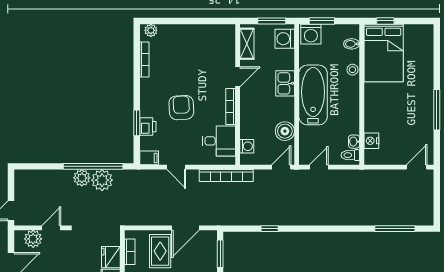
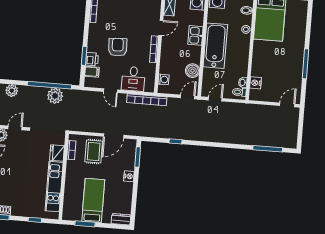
desk: (219, 141) -> (133, 79), moved, turned 90
filing cabinet: (149, 158) -> (92, 72), moved
plant: (82, 178) -> (12, 91), moved

